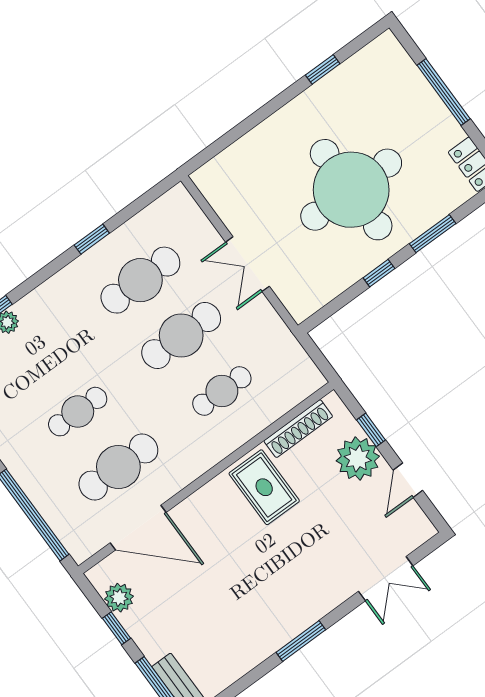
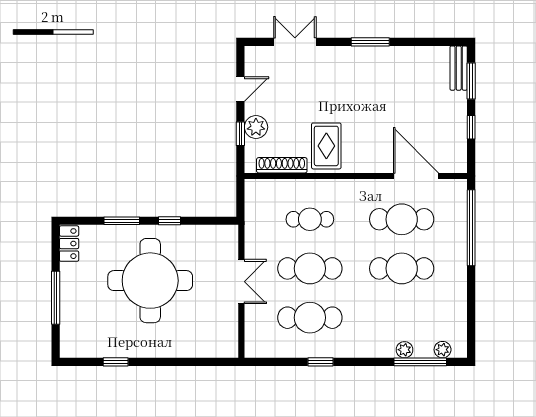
cafe table: (78, 412) -> (402, 268), width x1.37, depth x1.35
plant: (358, 459) -> (256, 127), width x0.73, depth x0.73
plant: (119, 598) -> (457, 144), removed

